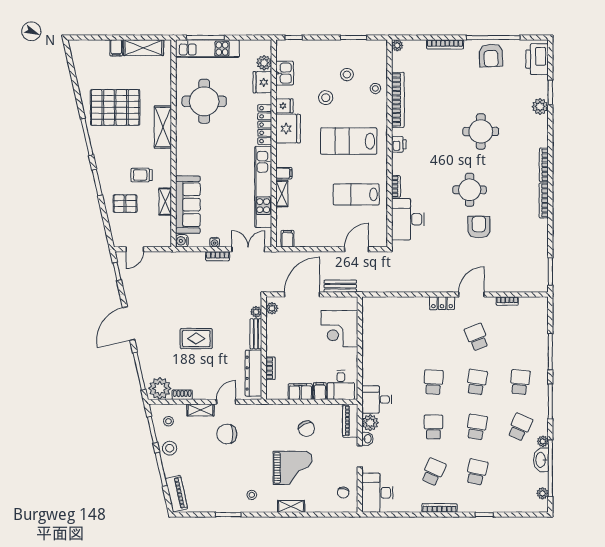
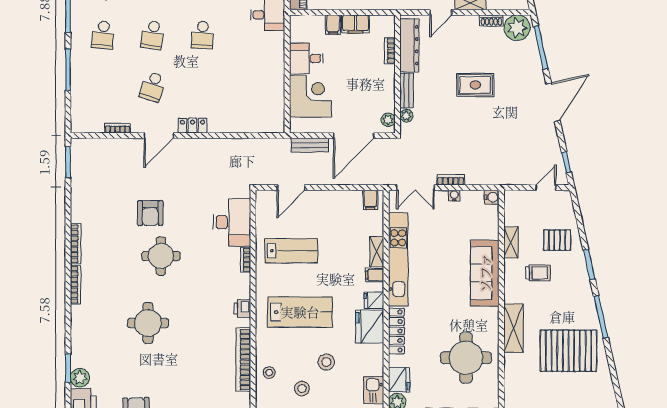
fridge: (284, 106) -> (374, 300), moved
plant: (540, 106) -> (80, 378), moved
sofa: (188, 205) -> (485, 273), moved
school desk: (477, 337) -> (153, 87), turned 39
desk: (341, 385) -> (306, 58), moved, turned -90

